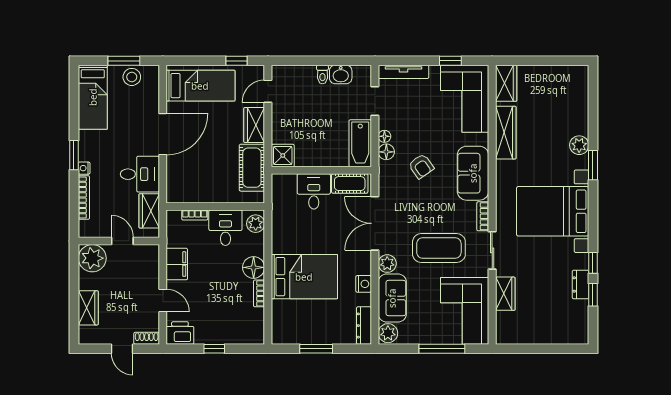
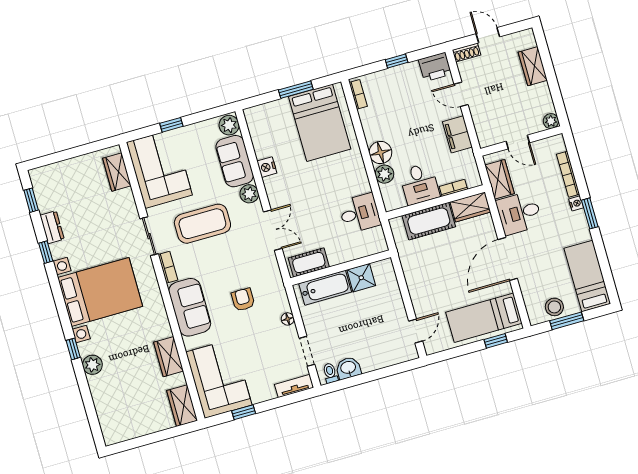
window: (237, 61) -> (496, 341), moved
tv unit: (403, 72) -> (294, 386), width x0.71
toilet: (322, 74) -> (330, 373), moved
wardrobe: (254, 125) -> (470, 207), moved, turned 90
wardrobe: (506, 133) -> (169, 357), width x0.67
bathtub: (360, 143) -> (325, 288), moved, turned 90
floor lamp: (386, 152) -> (281, 304), removed
shower: (283, 155) -> (361, 278), moved
window: (593, 165) -> (73, 349), width x0.67
armchair: (421, 166) -> (243, 300), turned 35
cot: (252, 168) -> (429, 221), moved, turned 90
desk: (314, 191) -> (360, 213), moved, turned -90
double door: (375, 223) -> (273, 230), width x0.73
plant: (256, 224) -> (384, 174), moved
plant: (92, 258) -> (551, 121), width x0.53, depth x0.53
bed: (304, 277) -> (320, 123), moved, turned -90
bookcase: (259, 293) -> (358, 94), moved
wardrobe: (505, 294) -> (117, 172), moved
window: (593, 295) -> (31, 200), moved
dresser: (364, 326) -> (255, 126), removed
window: (442, 349) -> (171, 125), width x0.46

